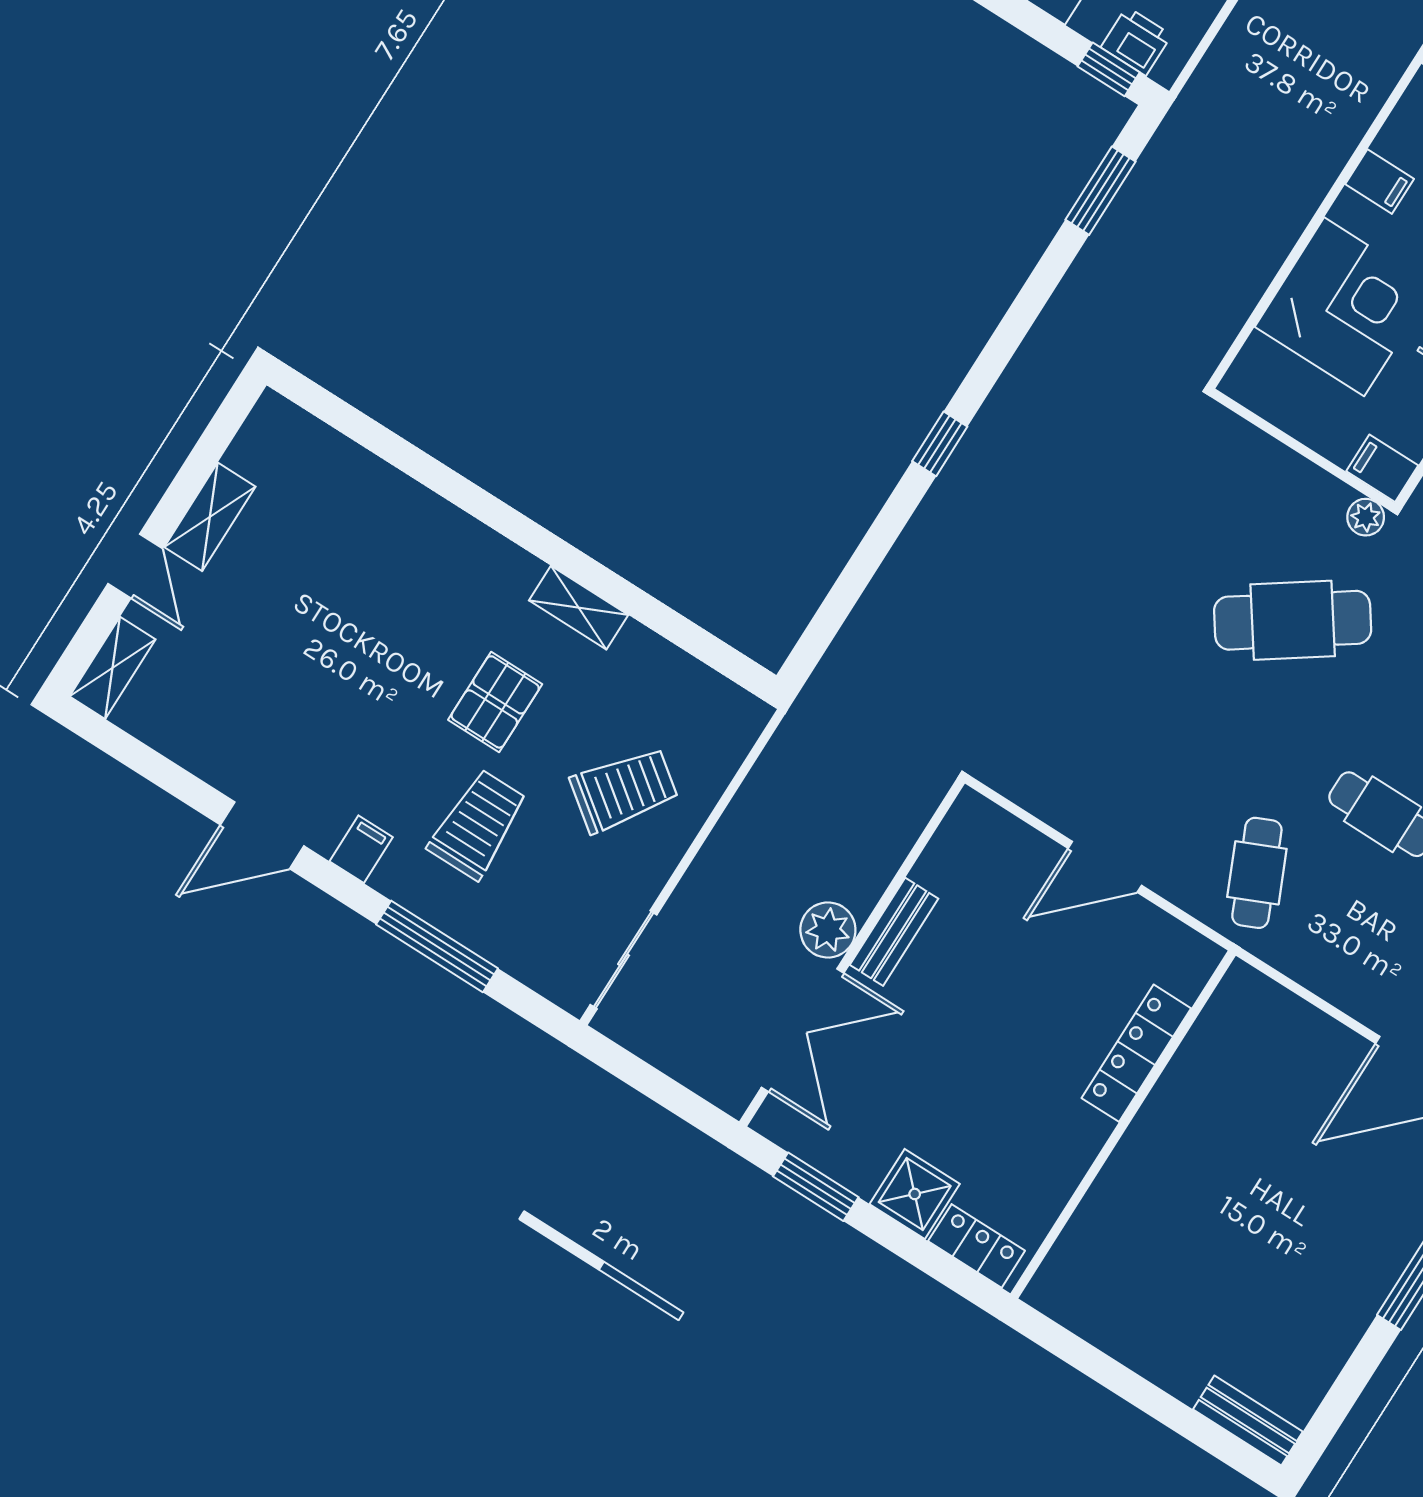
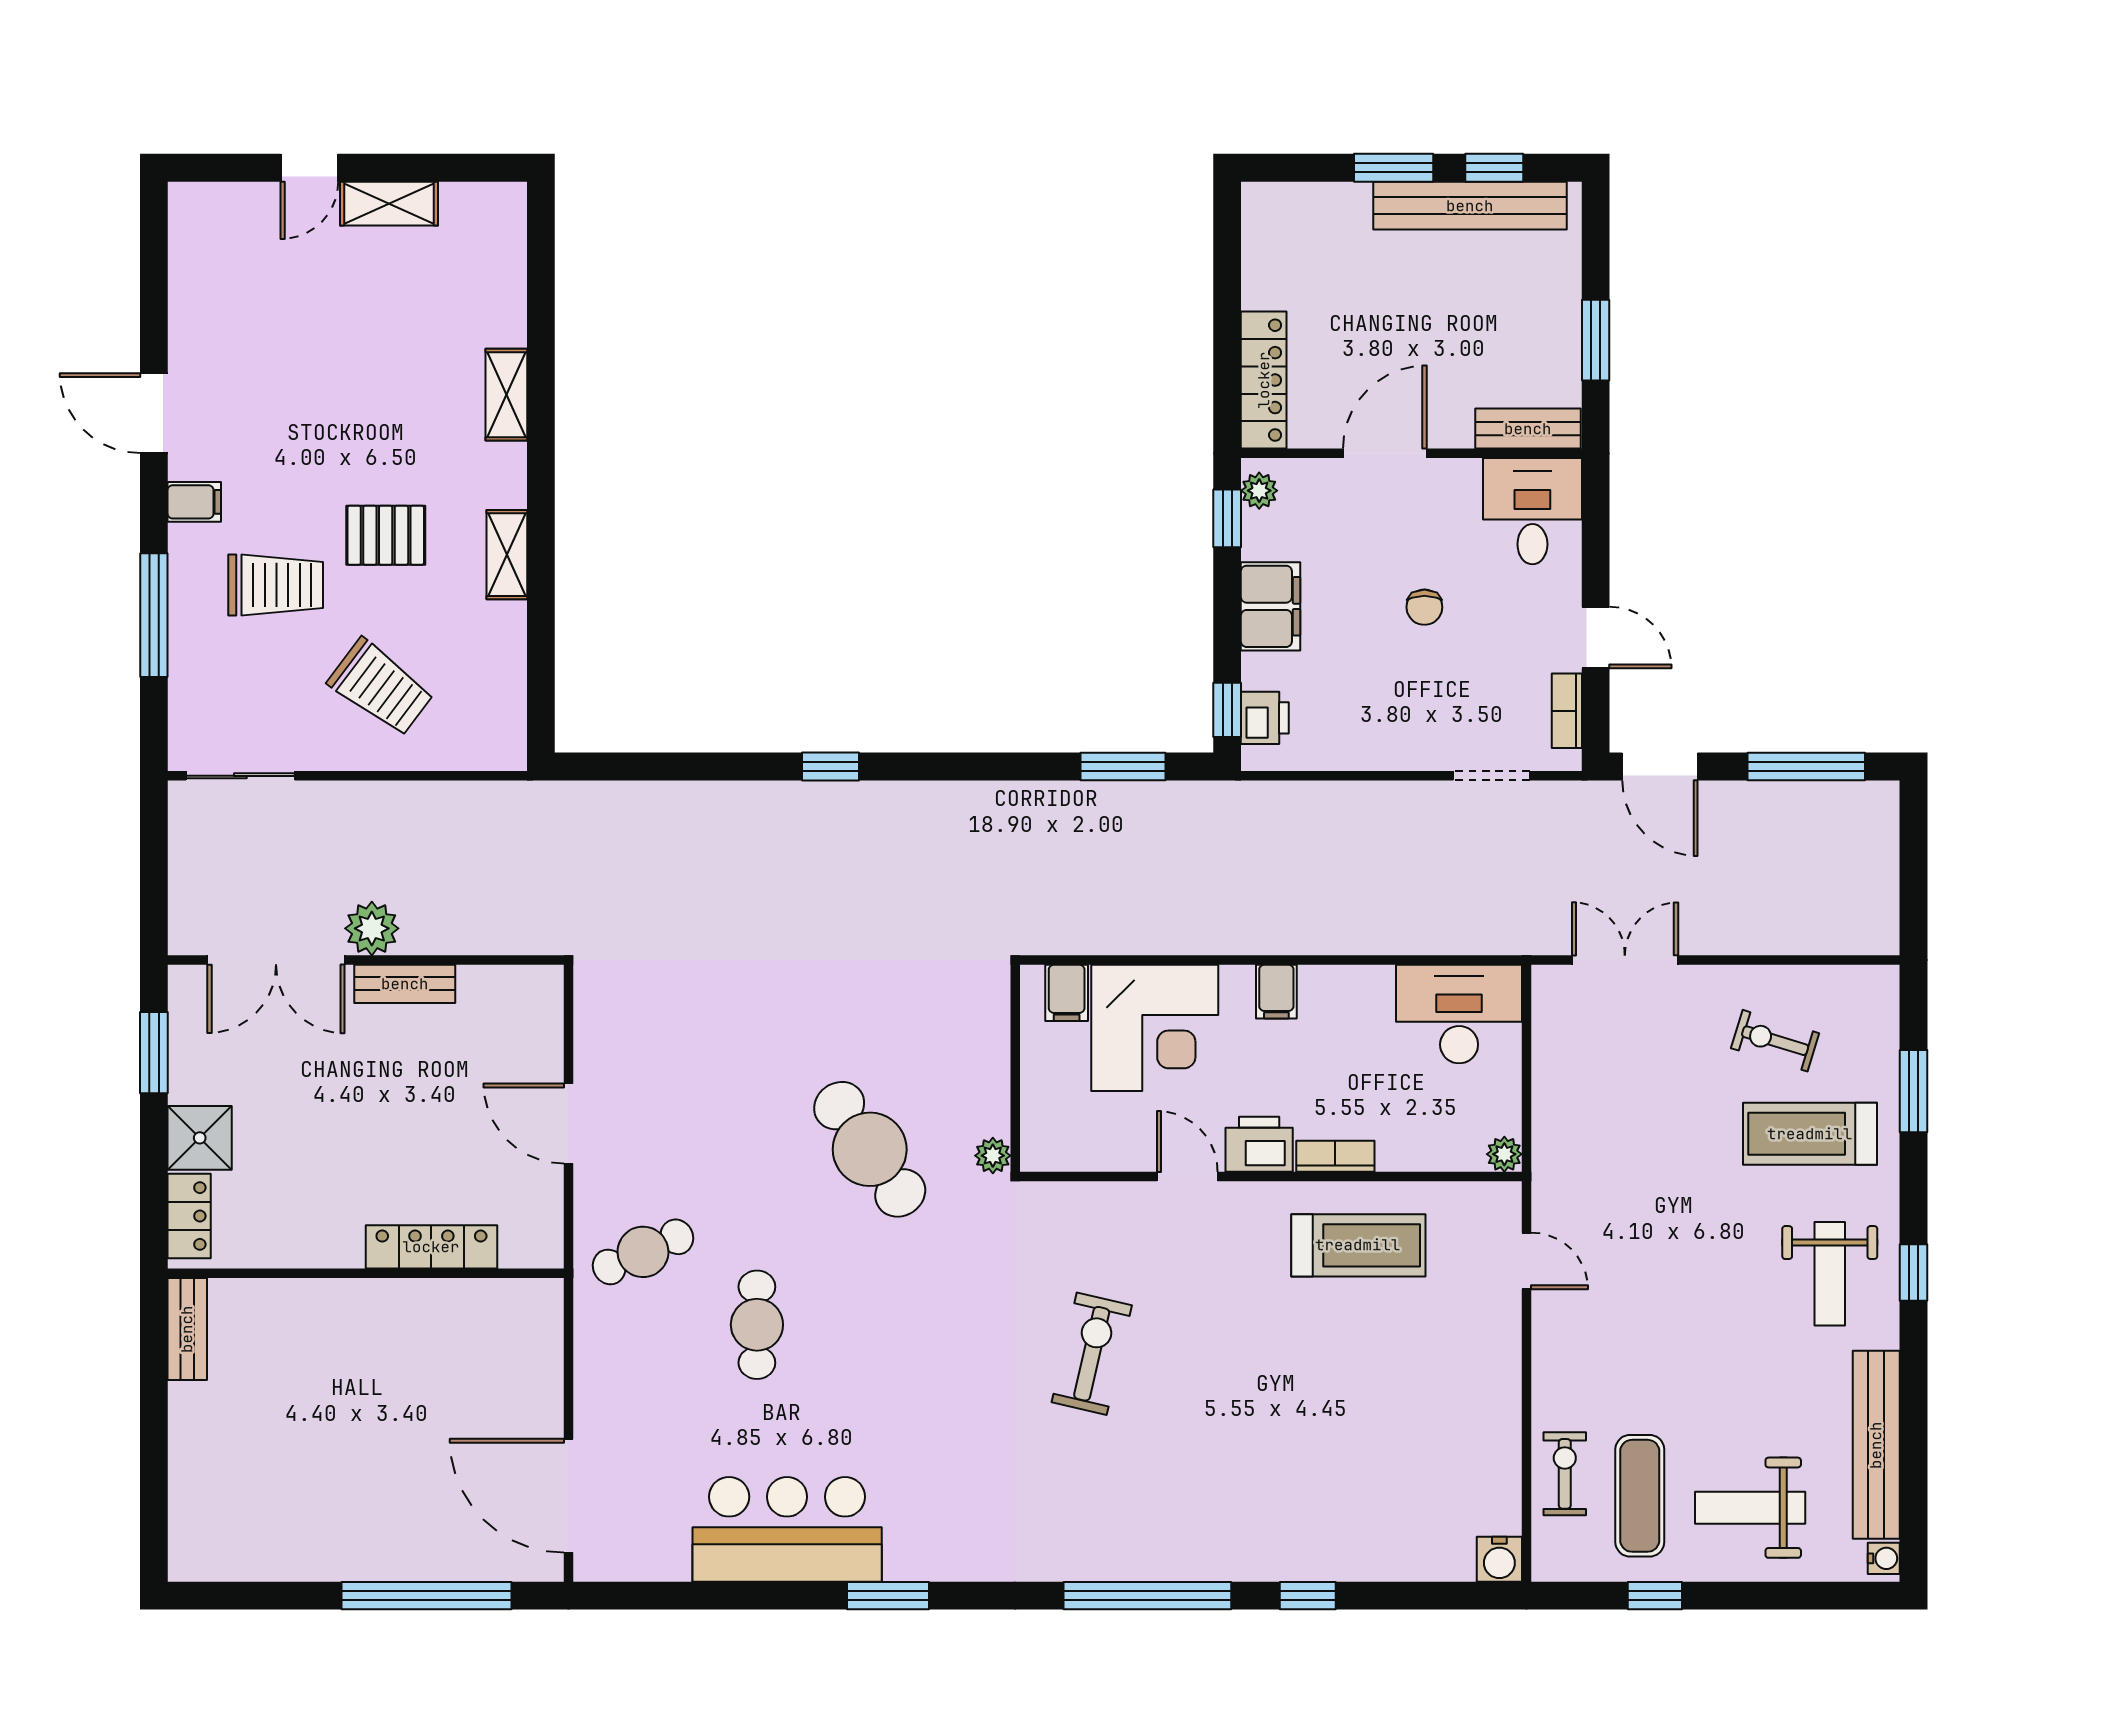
filing cabinet: (1382, 468) -> (1067, 993), moved, turned 180
shelving: (112, 668) -> (506, 395), moved, turned 90
bench: (1248, 1420) -> (187, 1329), moved

